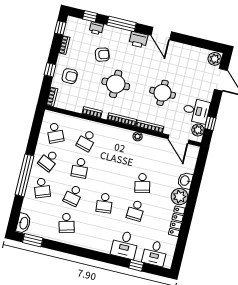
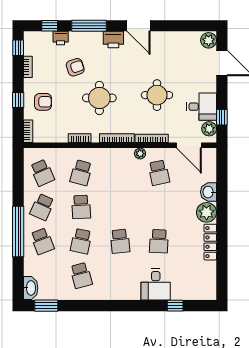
school desk: (142, 183) -> (159, 173), moved
desk: (155, 253) -> (194, 286), removed

